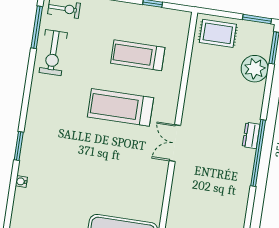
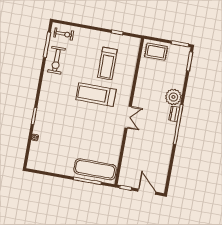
treadmill: (138, 55) -> (107, 63), turned -90
plant: (255, 69) -> (173, 97), moved
double door: (175, 143) -> (128, 117), swing flipped

